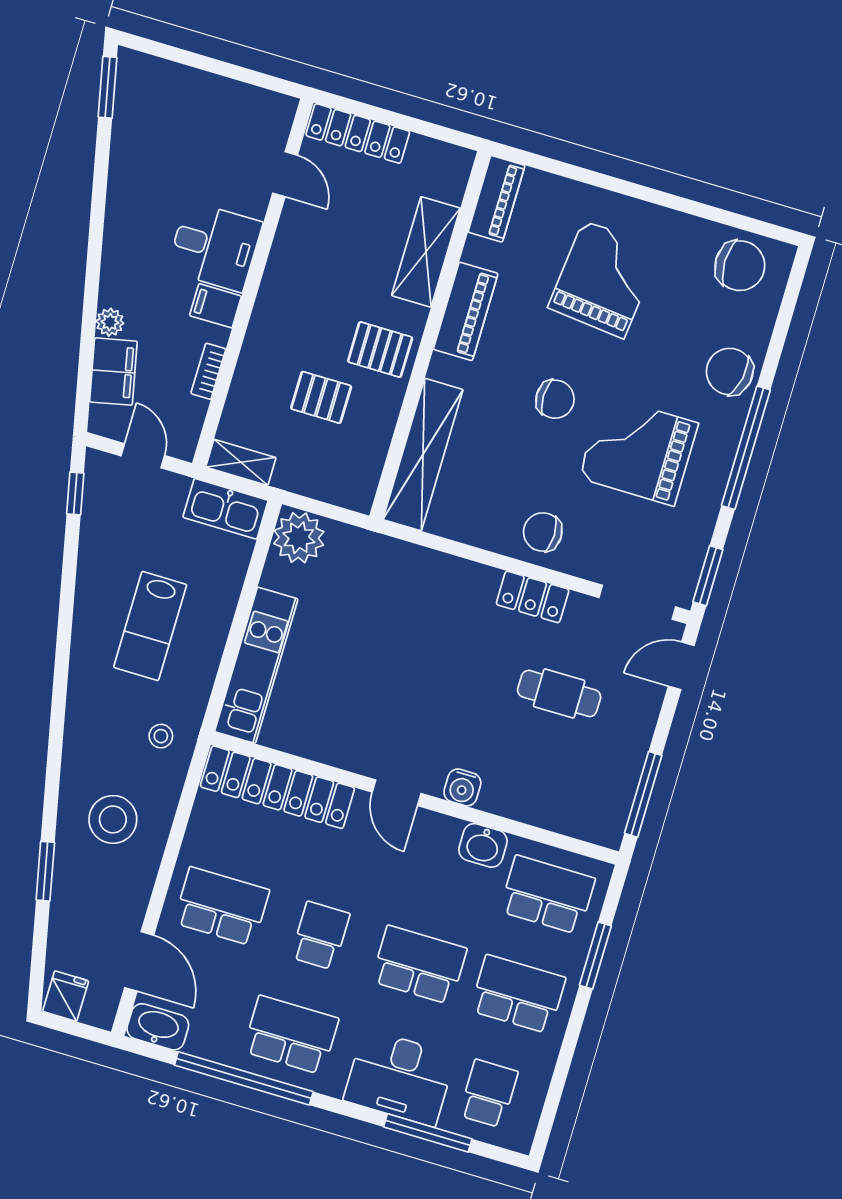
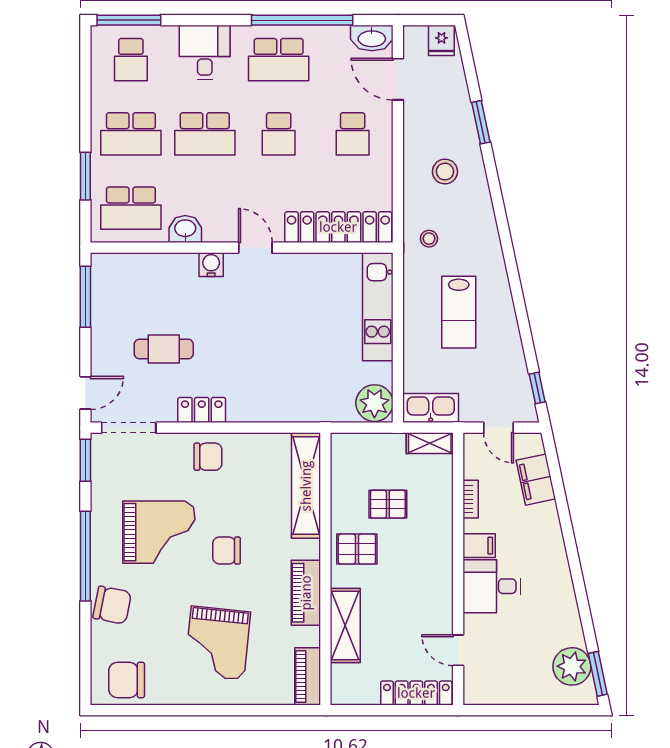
plant: (110, 322) -> (572, 666), moved, width x1.87, depth x1.87
lab bench: (150, 626) -> (459, 312), turned 180
stool: (113, 819) -> (445, 171), width x0.73, depth x0.73
school desk: (222, 906) -> (353, 134), width x0.54
desk: (400, 1078) -> (205, 52), width x0.73
window: (428, 1133) -> (129, 20), moved

